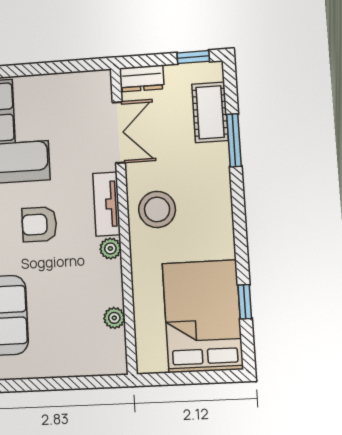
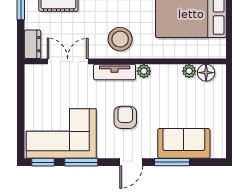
armchair: (39, 224) -> (125, 117), turned 180
floor lamp: (113, 344) -> (206, 73), added

